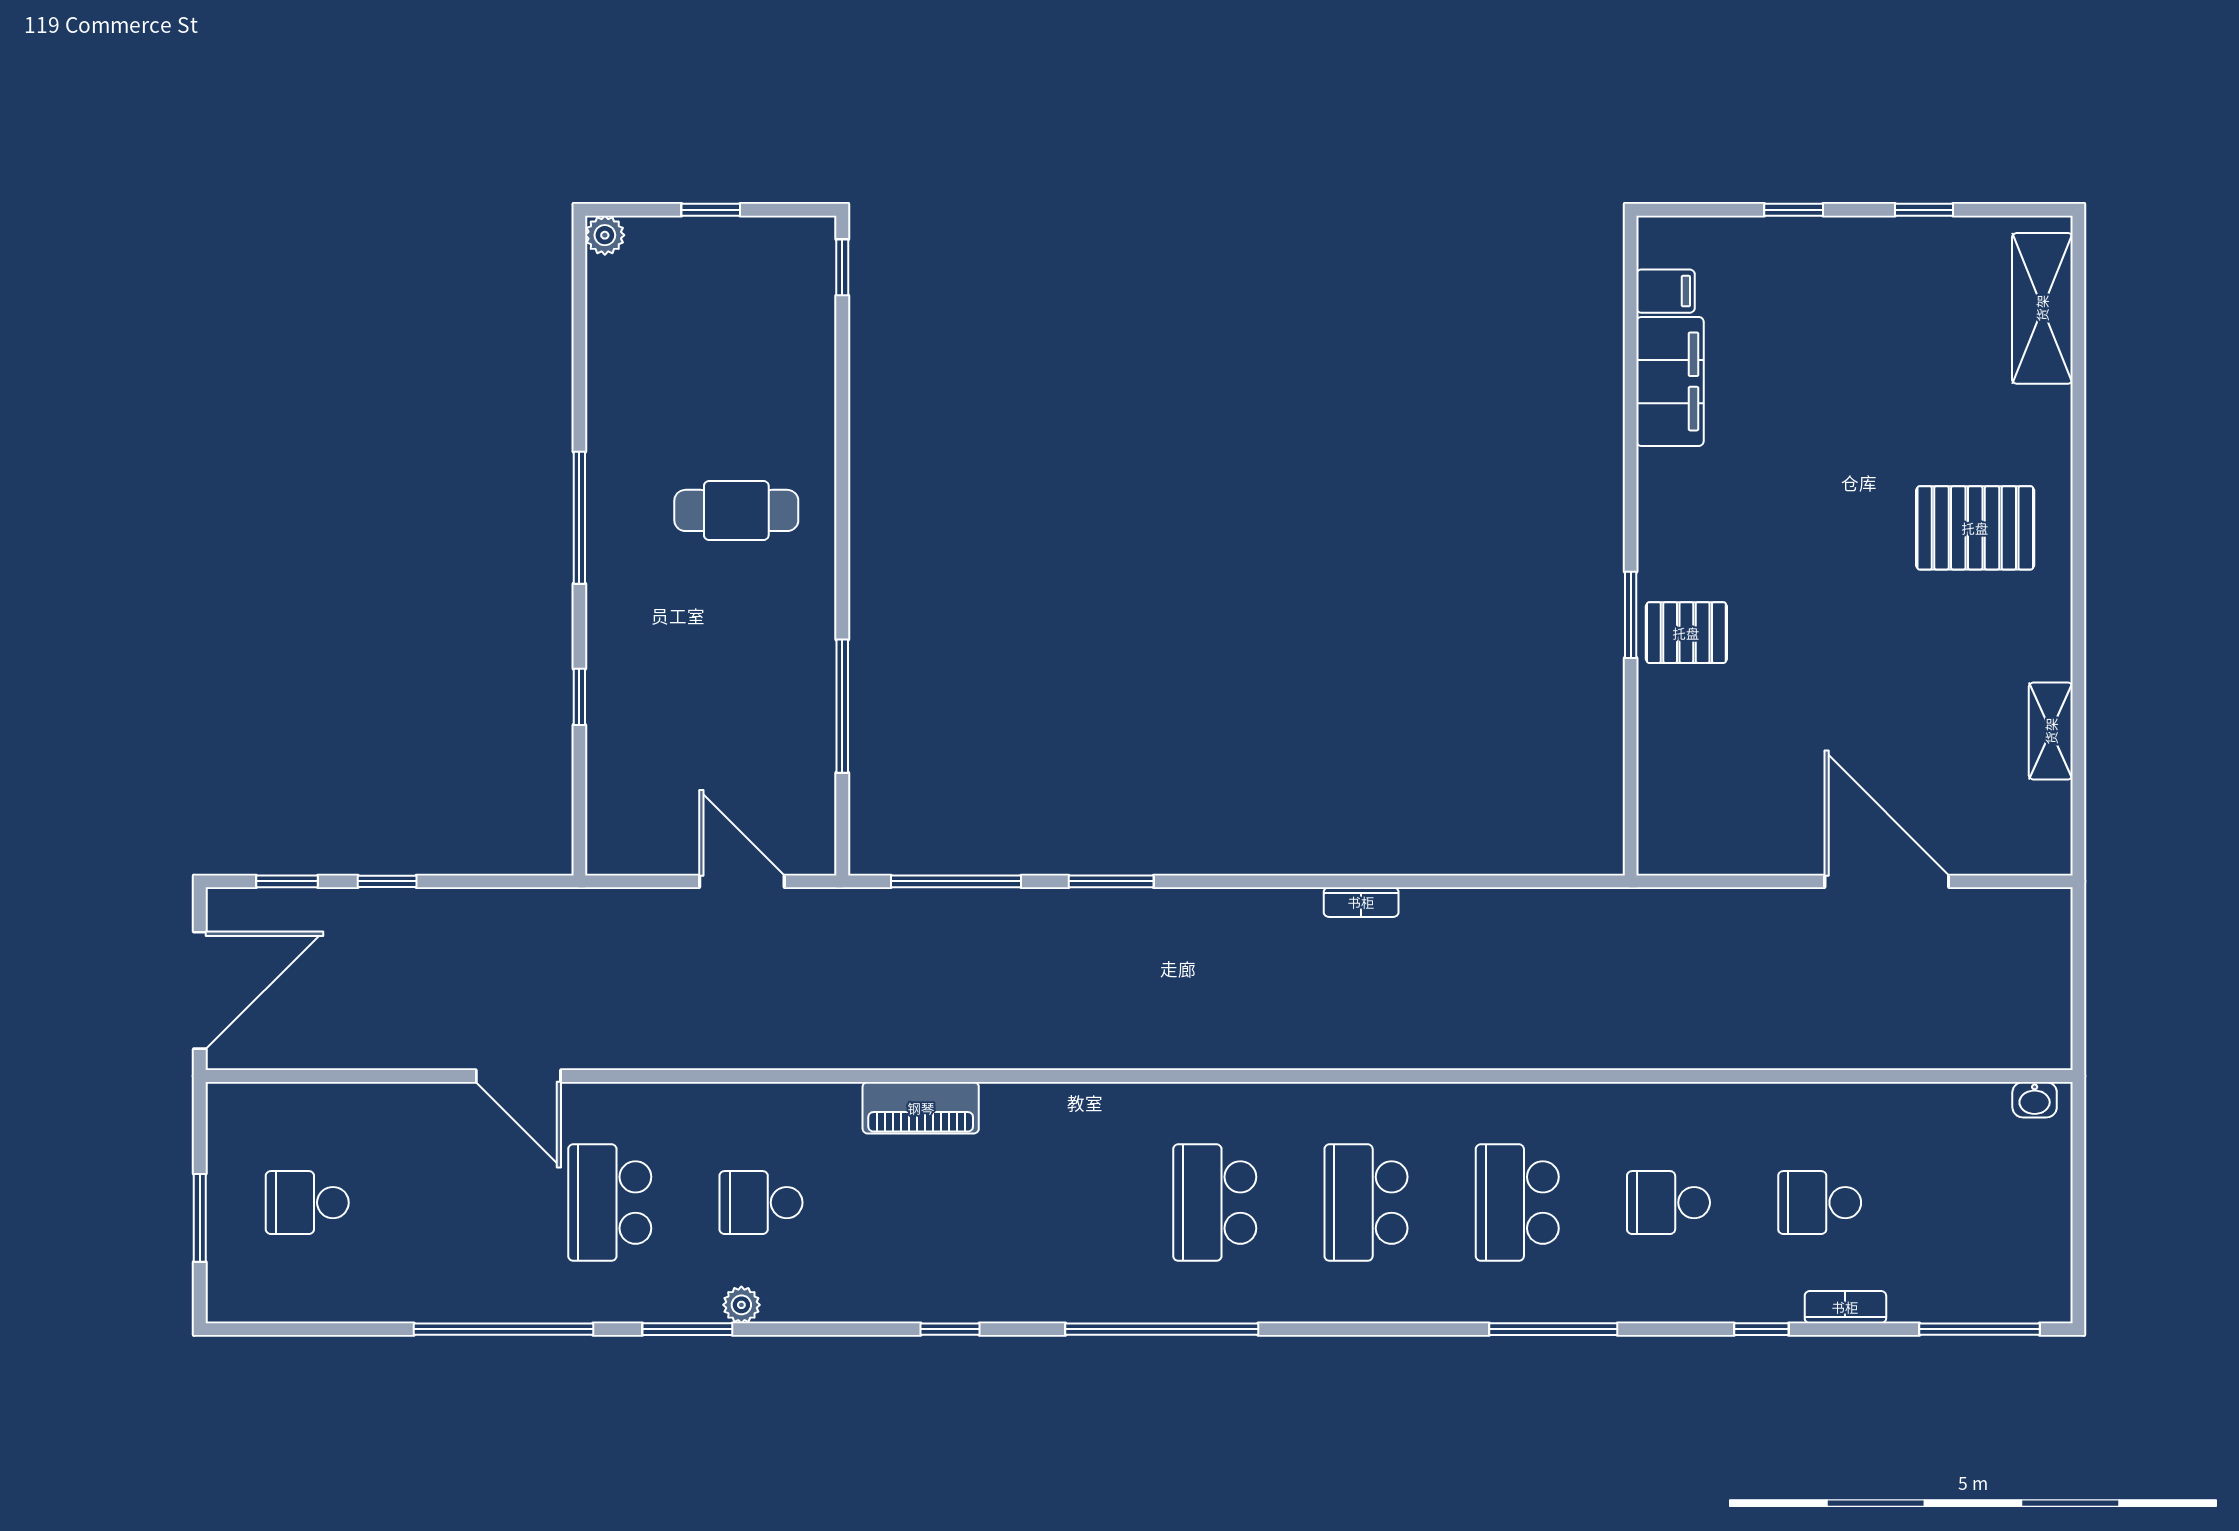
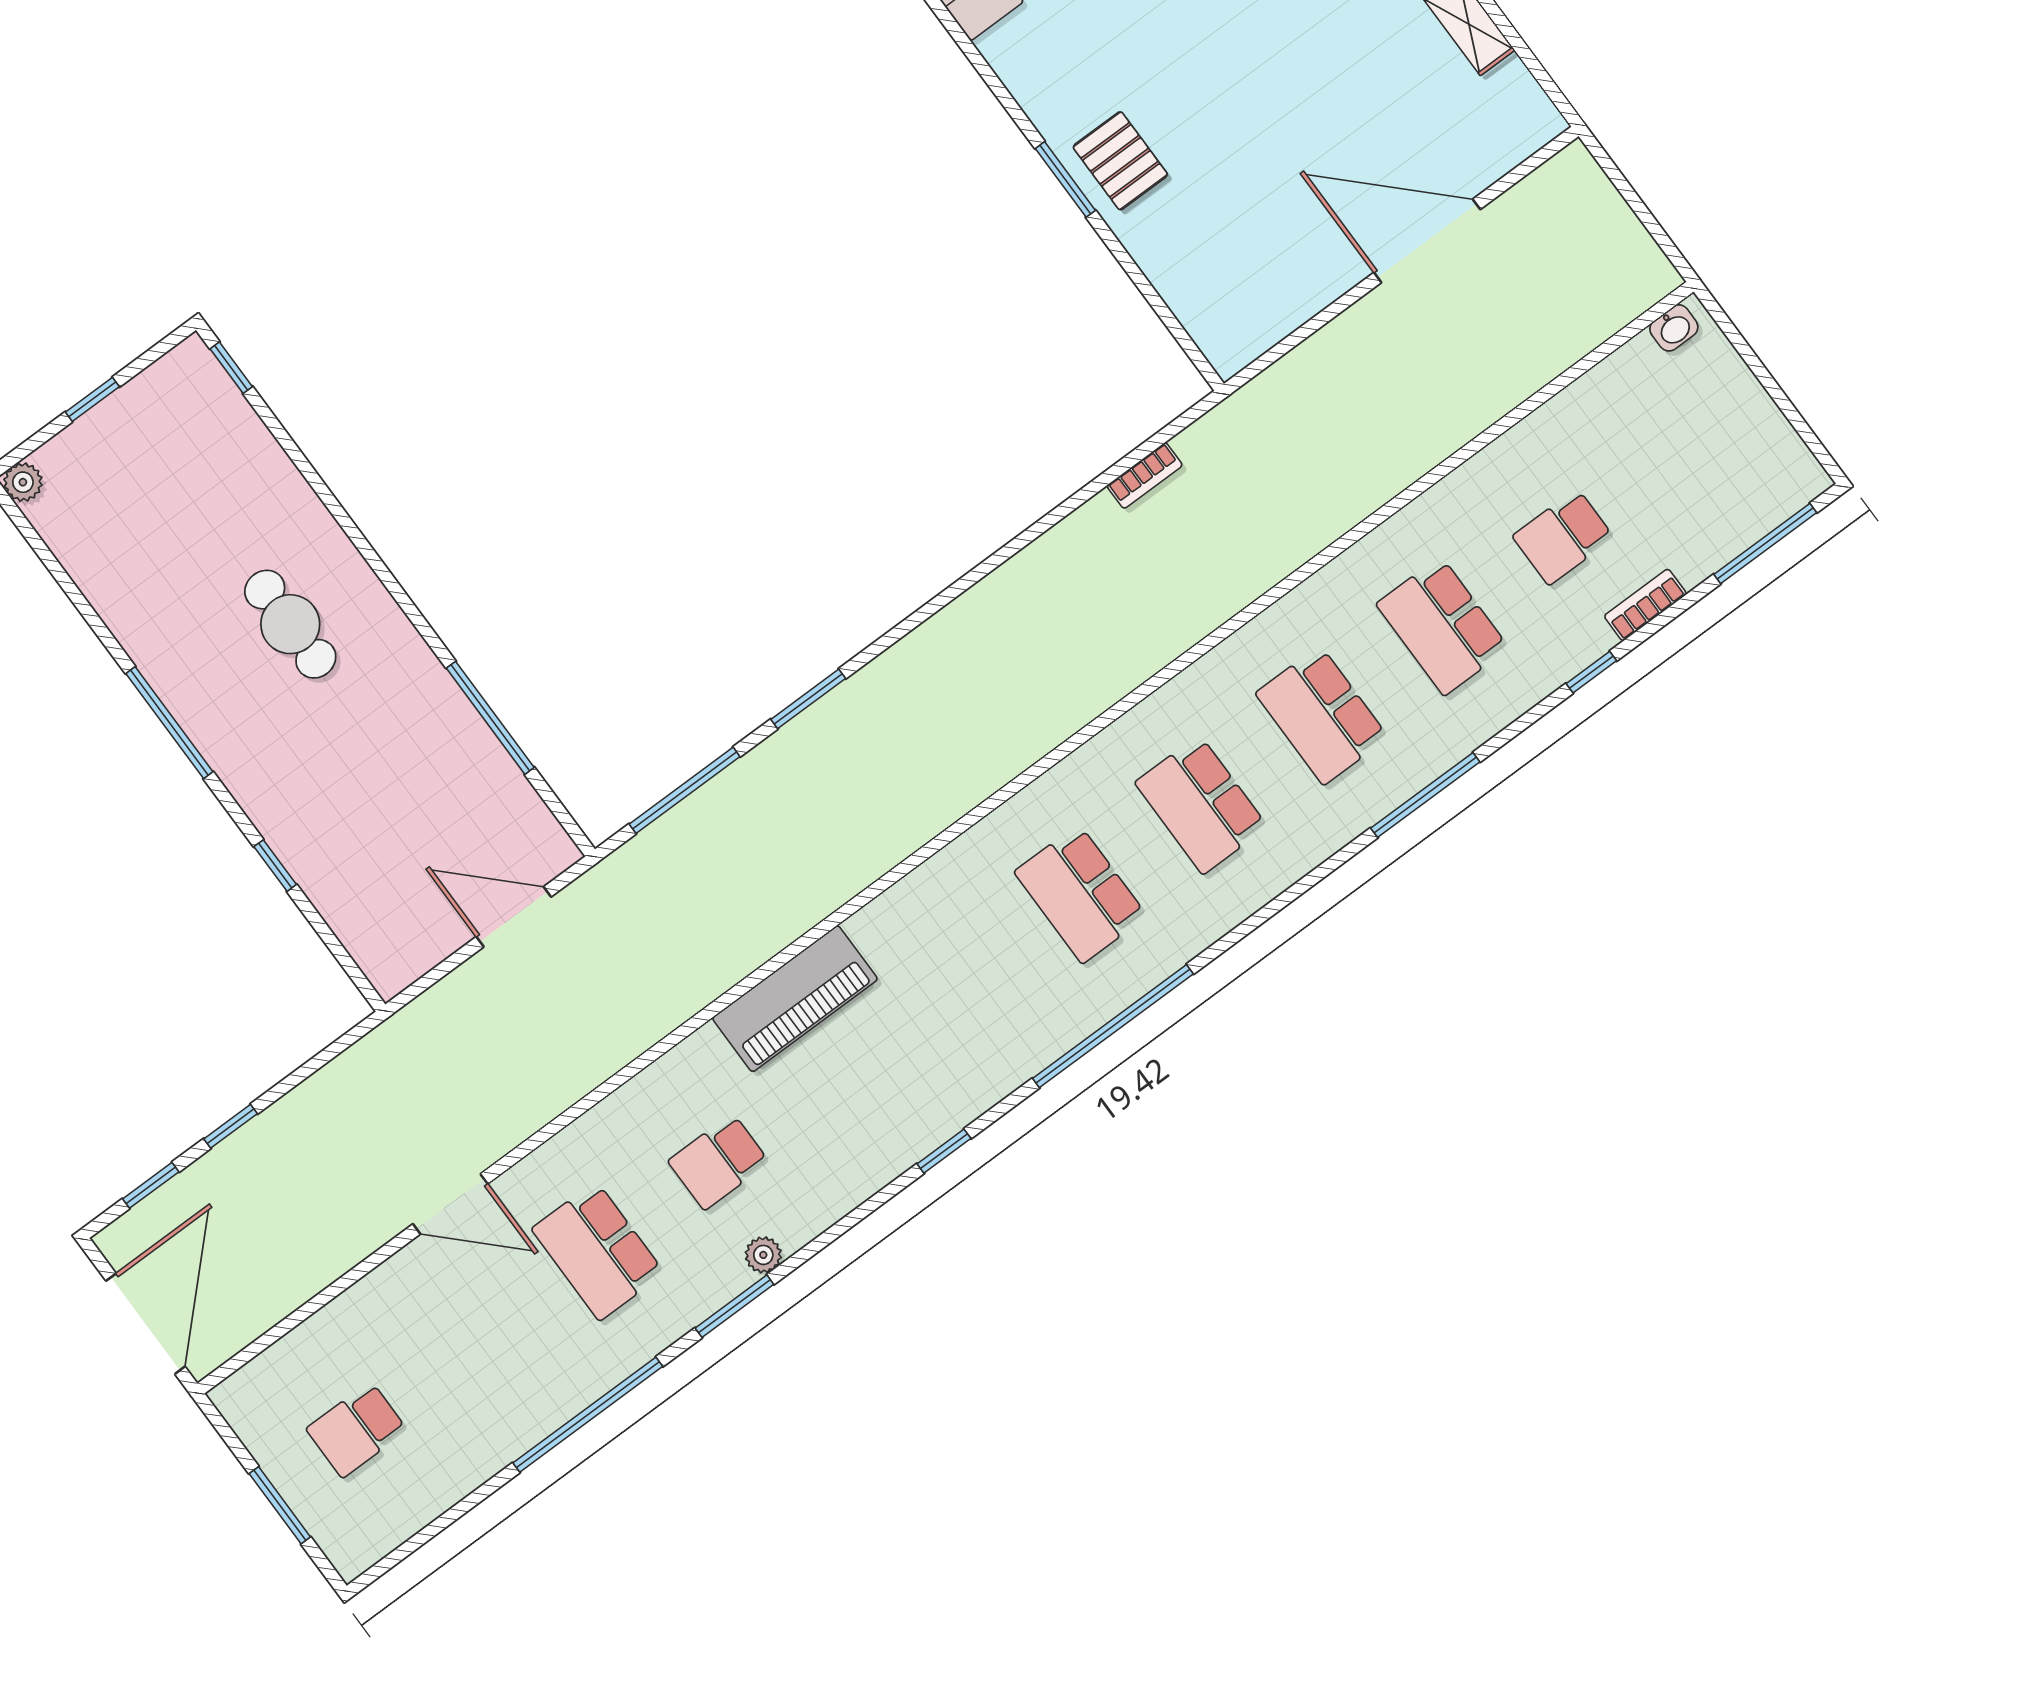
cafe table: (736, 510) -> (290, 624), turned 90
pallet: (1686, 633) -> (1120, 161), turned 90
bookcase: (1361, 902) -> (1145, 476), moved
piano: (921, 1108) -> (795, 999), width x1.37, depth x1.33
school desk: (1668, 1203) -> (1442, 626), width x1.85

